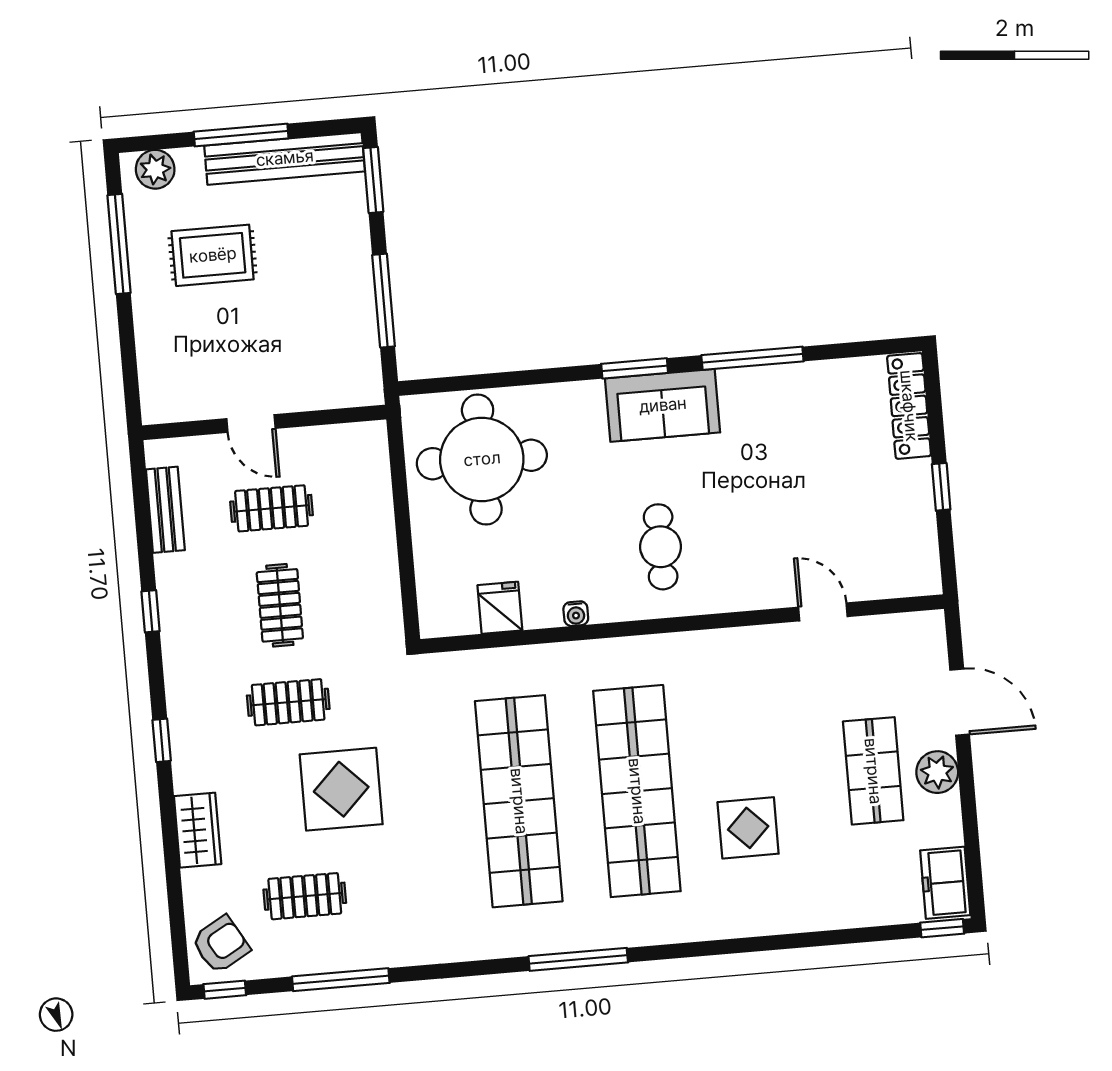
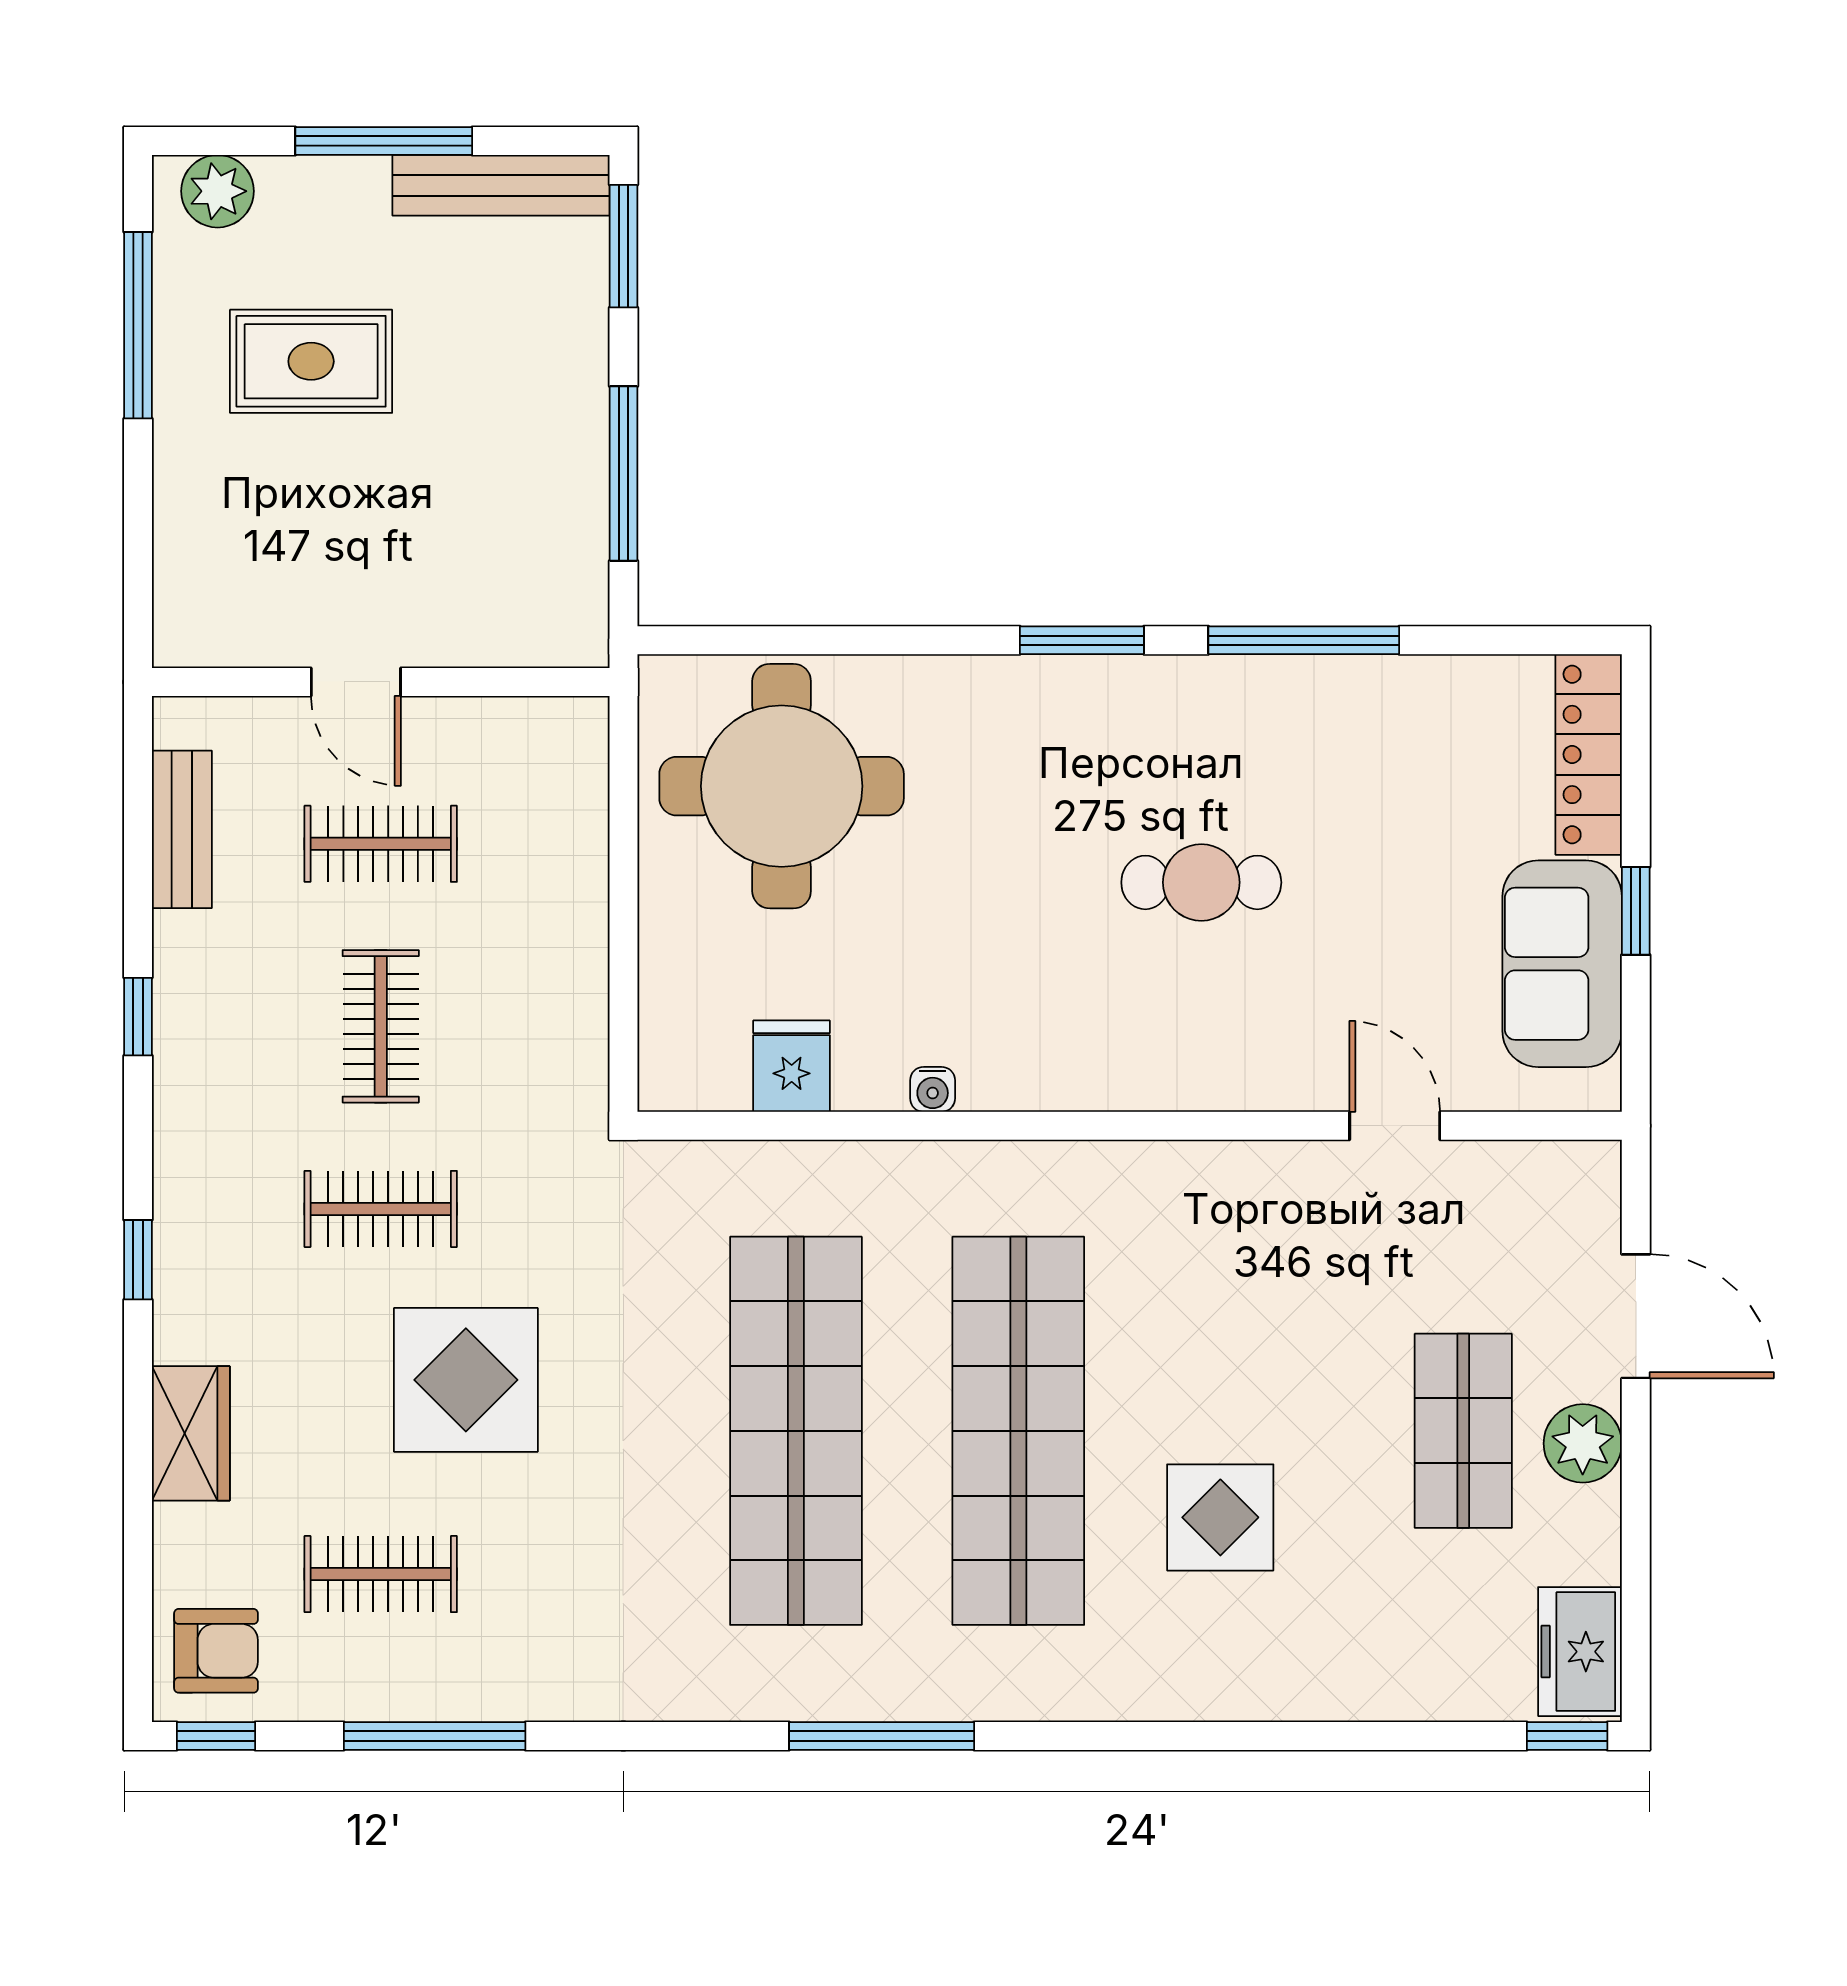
bench: (285, 158) -> (501, 185), width x0.73, depth x0.82
sofa: (663, 405) -> (1562, 964), moved, turned 90
cafe table: (661, 547) -> (1201, 882), moved, turned 90
armchair: (221, 944) -> (216, 1651), turned 30

